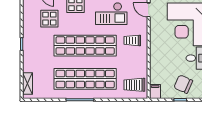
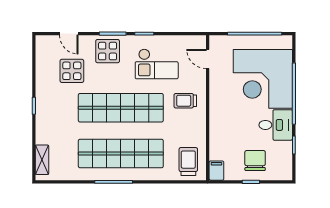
chair: (183, 84) -> (255, 161), turned 66
trolley: (134, 85) -> (188, 162), turned 90

